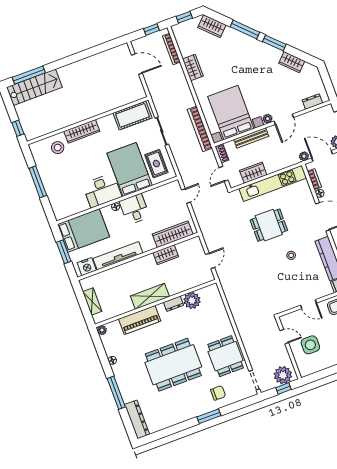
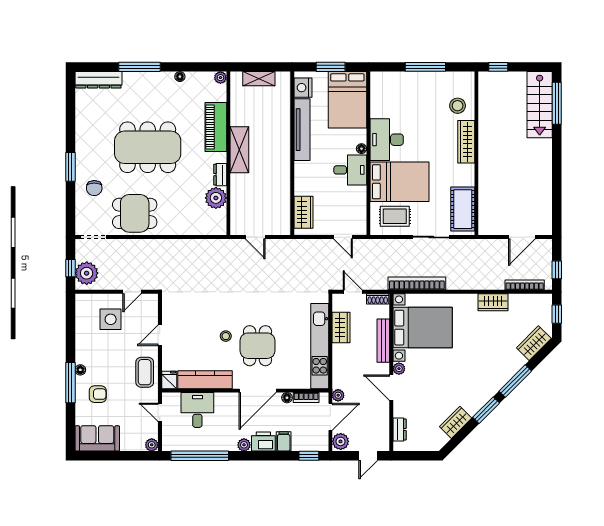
dining table: (269, 225) -> (258, 346), moved
wardrobe: (173, 234) -> (303, 212), width x0.67
wardrobe: (166, 255) -> (282, 187), removed
dining table: (173, 365) -> (148, 147), turned 90

